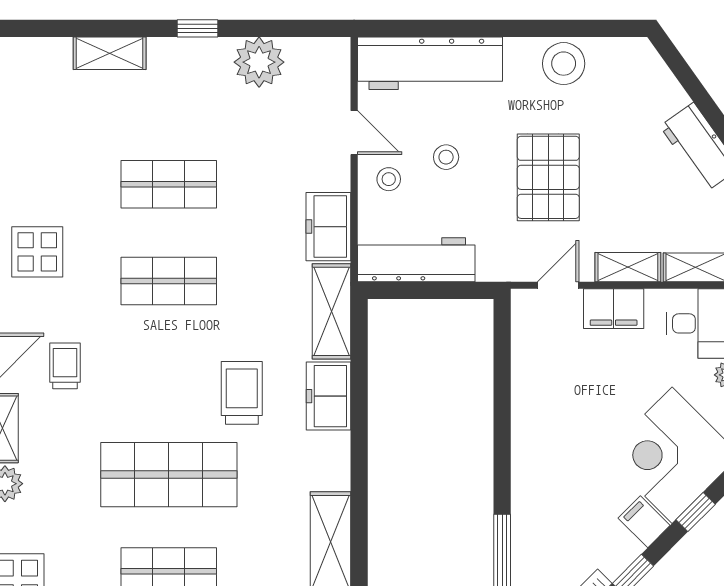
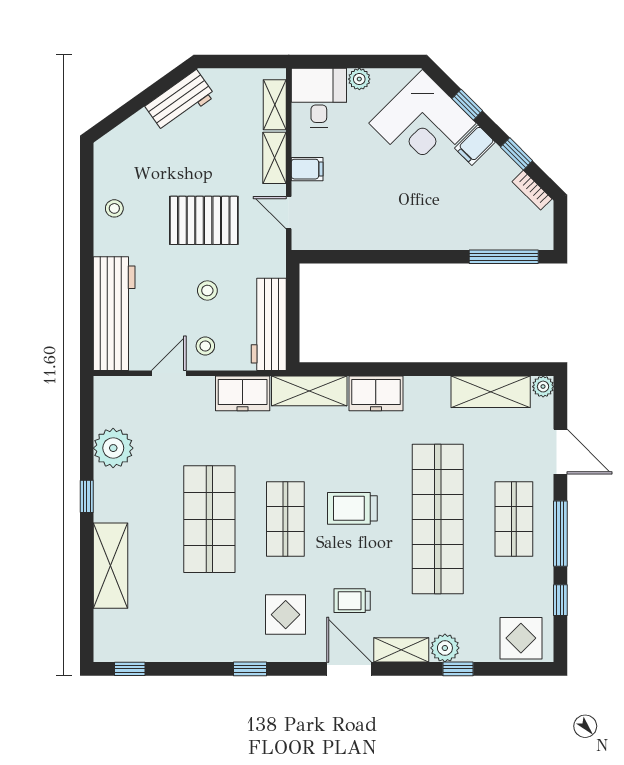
shelving: (110, 53) -> (111, 566), width x1.50, depth x1.33
stool: (564, 64) -> (114, 208), width x0.53, depth x0.53
stool: (446, 157) -> (207, 291), moved
shop shelf: (169, 184) -> (209, 519), width x1.43, depth x1.36
display table: (37, 252) -> (286, 615), moved
filing cabinet: (614, 309) -> (307, 169), width x0.50
trolley: (242, 393) -> (352, 508), moved
shop shelf: (169, 475) -> (438, 519), width x1.40

